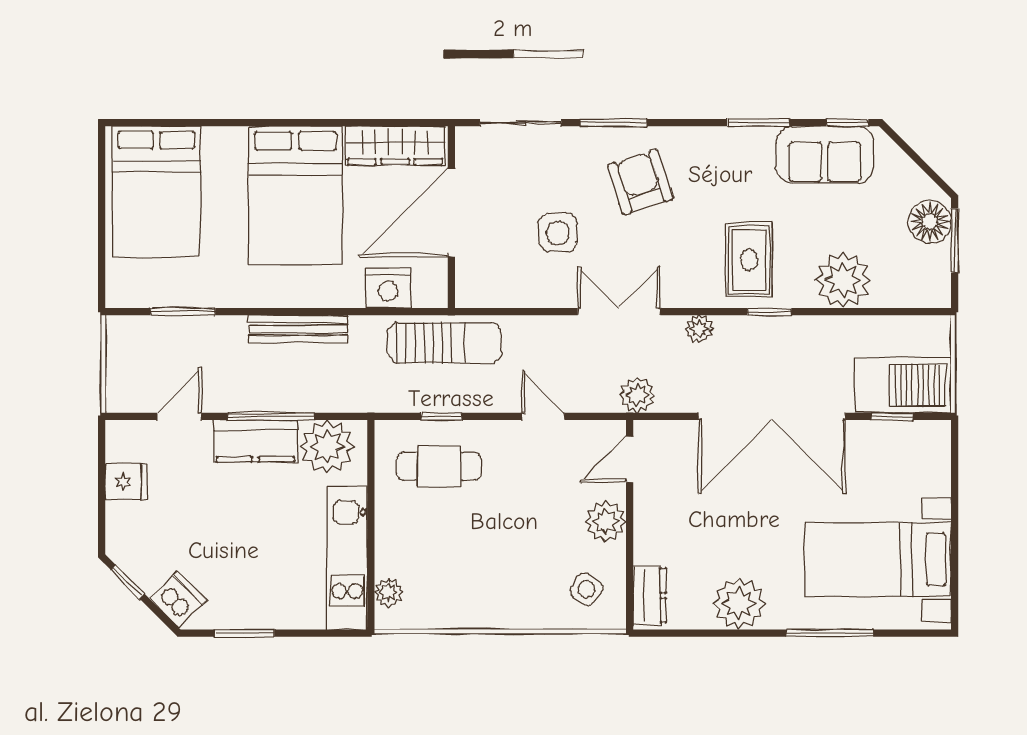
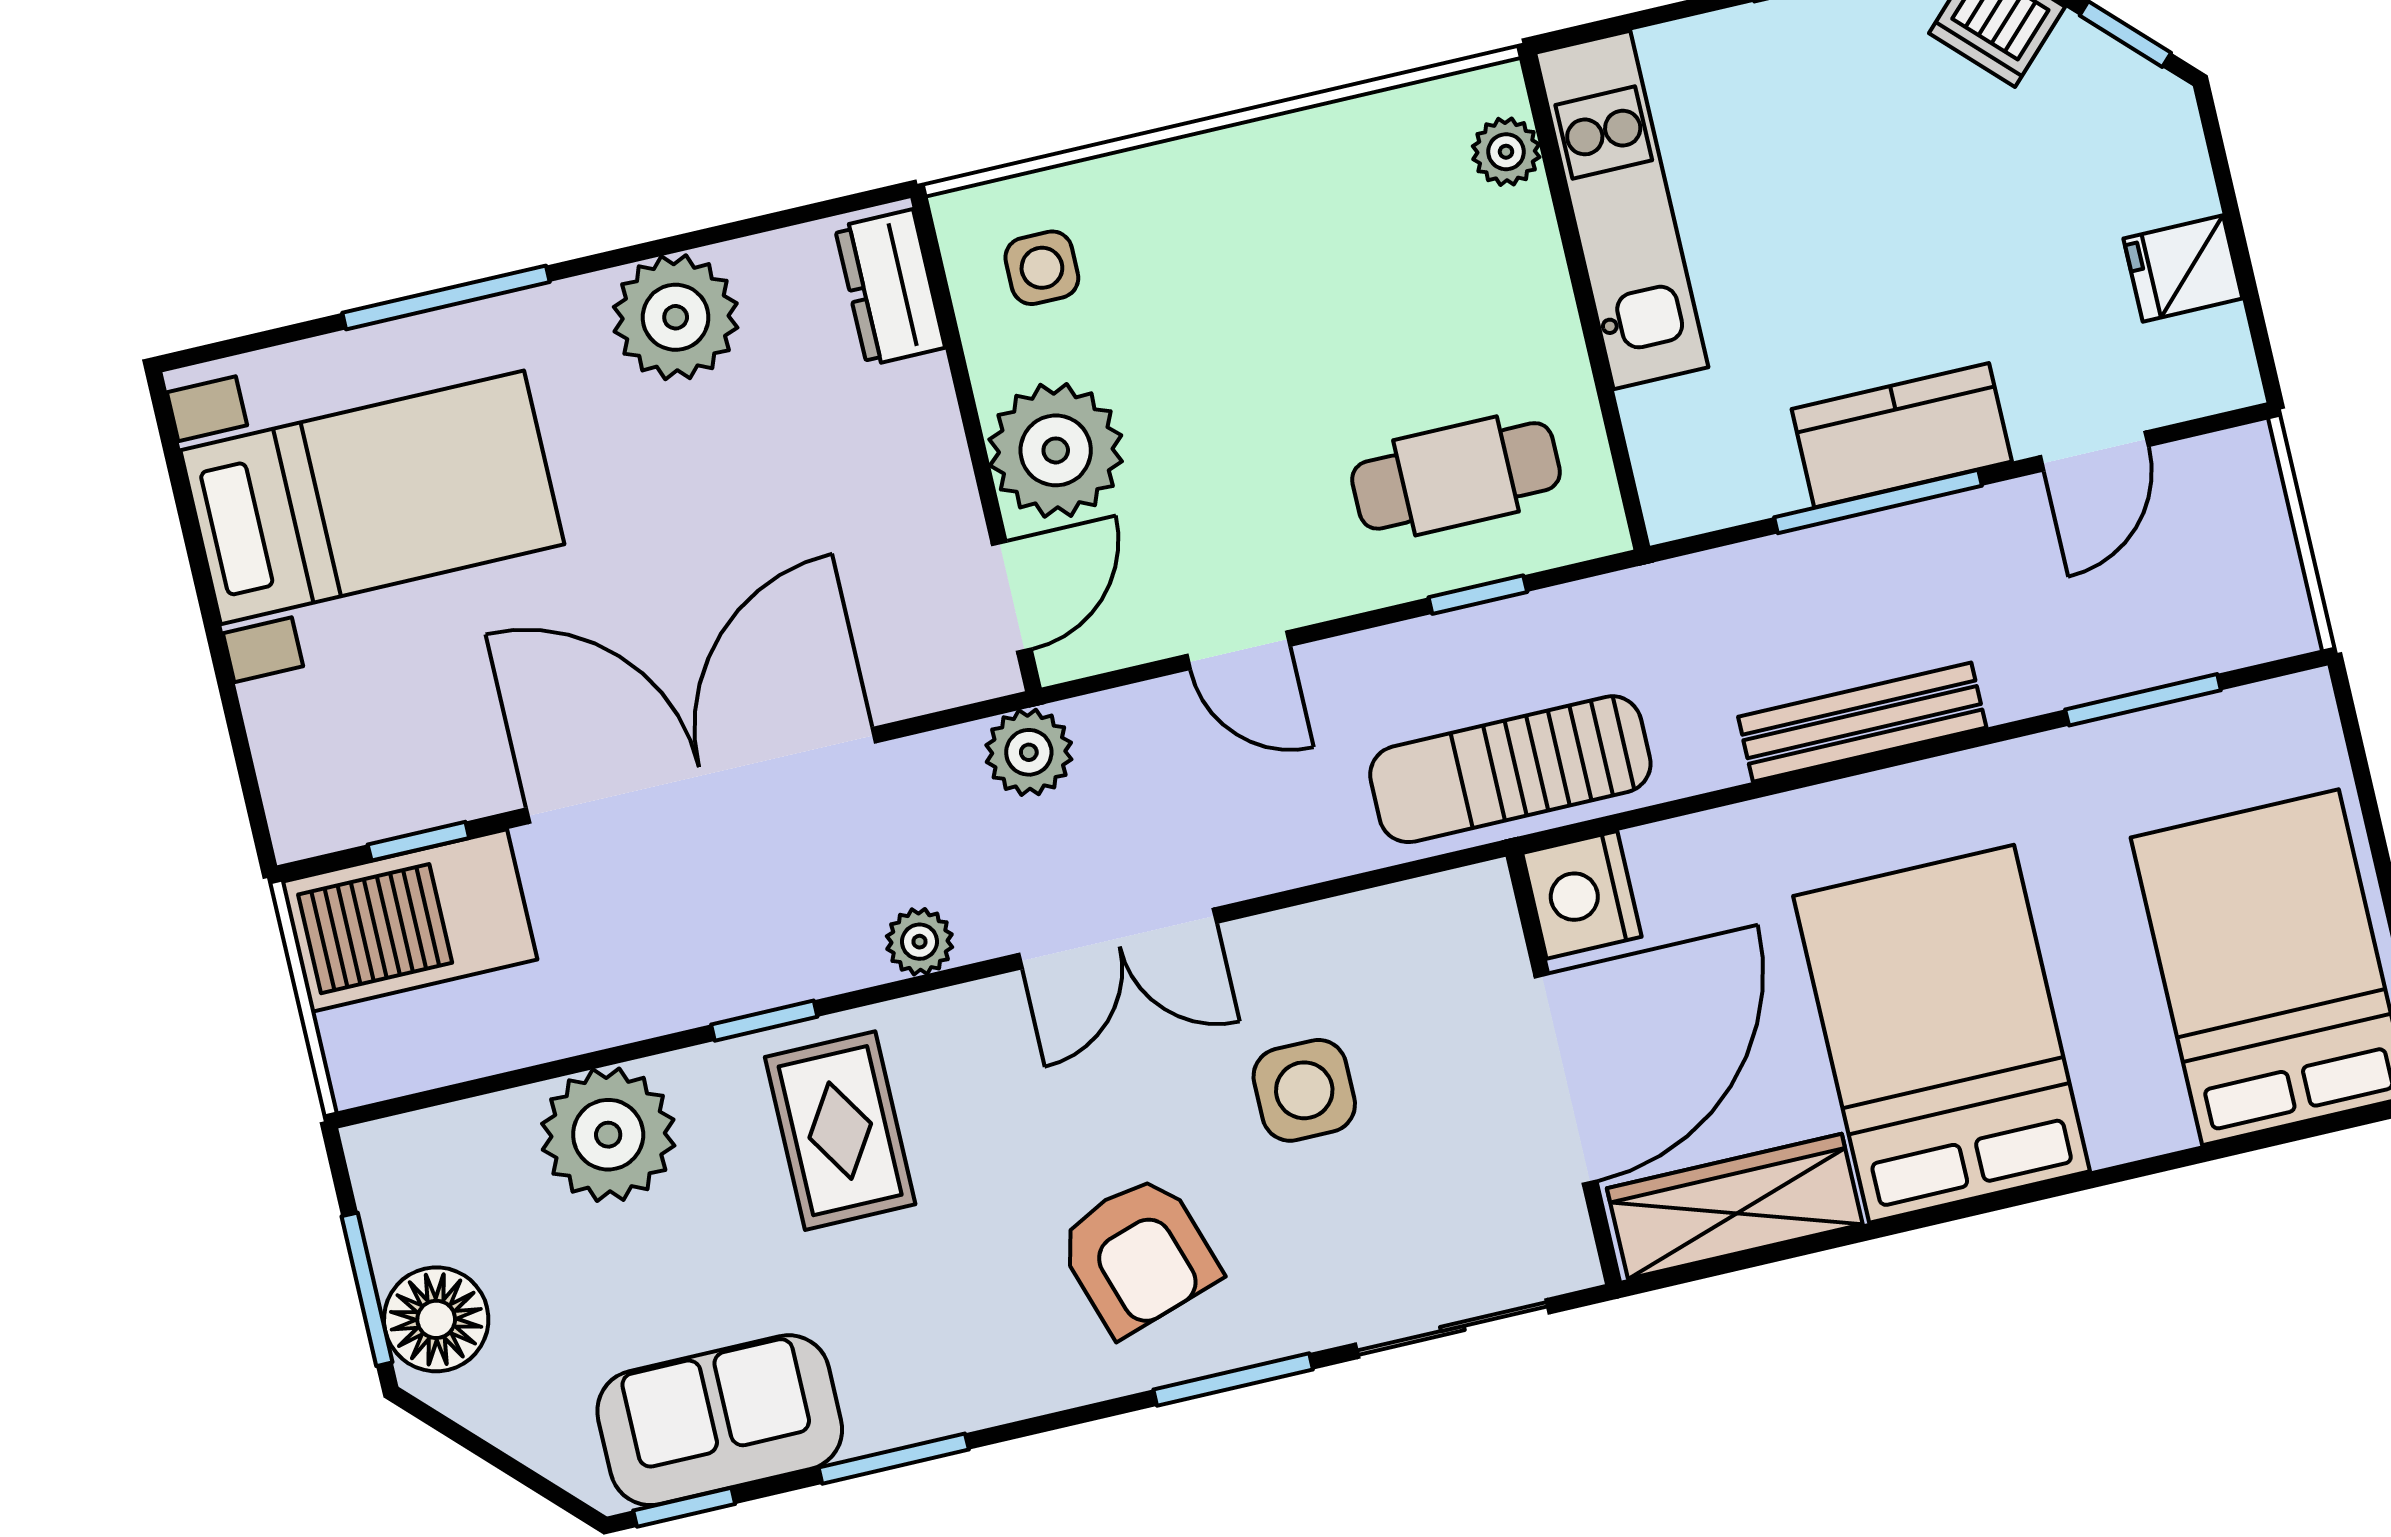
nightstand: (388, 288) -> (1582, 895), moved, turned -90
plant: (327, 447) -> (1730, 461), removed
plant: (606, 522) -> (1056, 450), width x1.36, depth x1.36
side table: (587, 589) -> (1042, 268), turned -35

